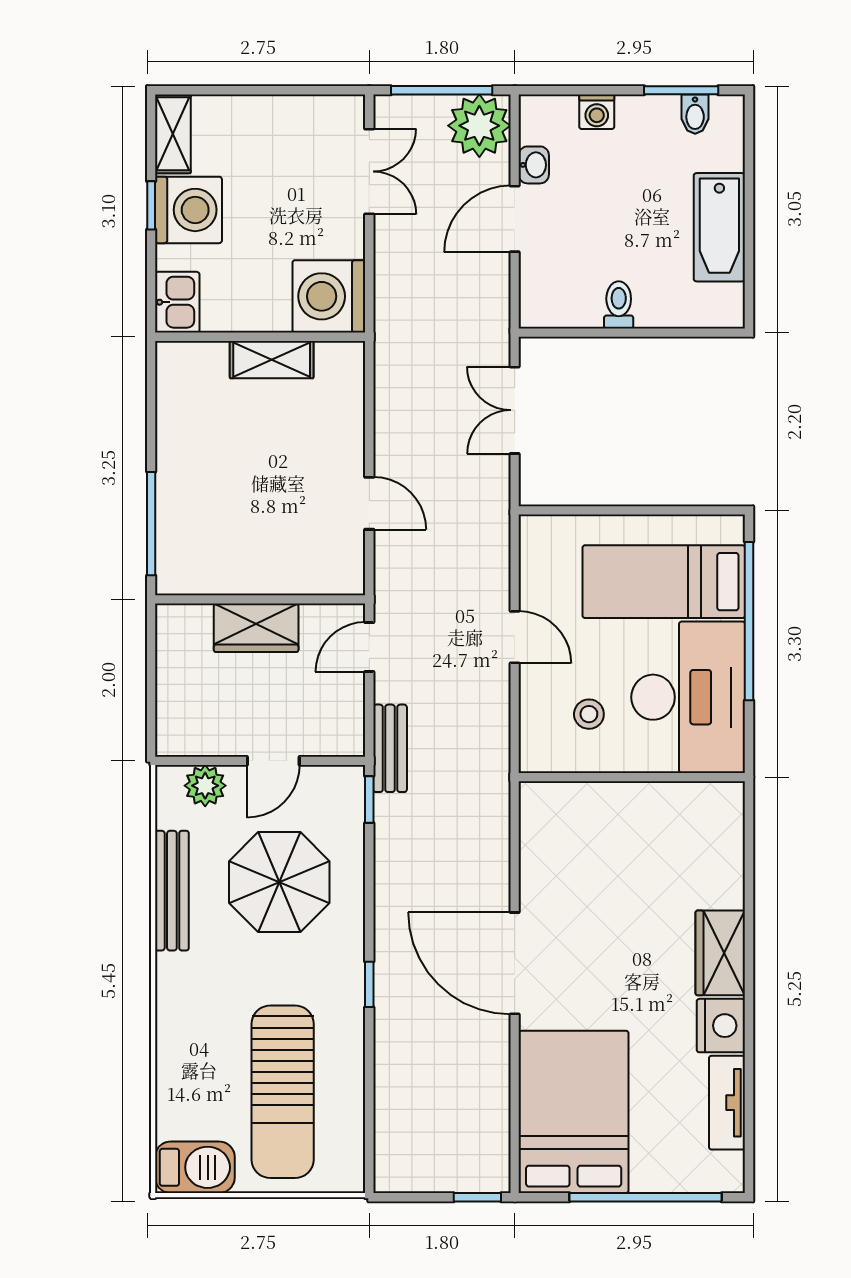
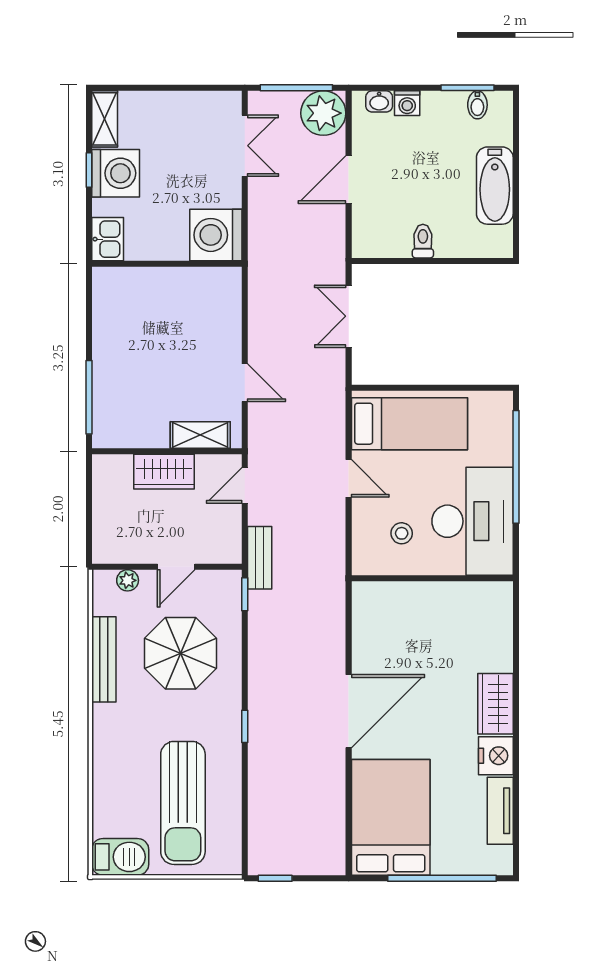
washbasin: (534, 165) -> (379, 101), moved, turned 90
shelving: (272, 360) -> (200, 435), moved
bed: (664, 582) -> (409, 424), moved, turned 180
plant: (205, 786) -> (128, 580), width x0.73, depth x0.73
door: (515, 963) -> (349, 711), swing flipped
window: (477, 1197) -> (275, 878), moved

